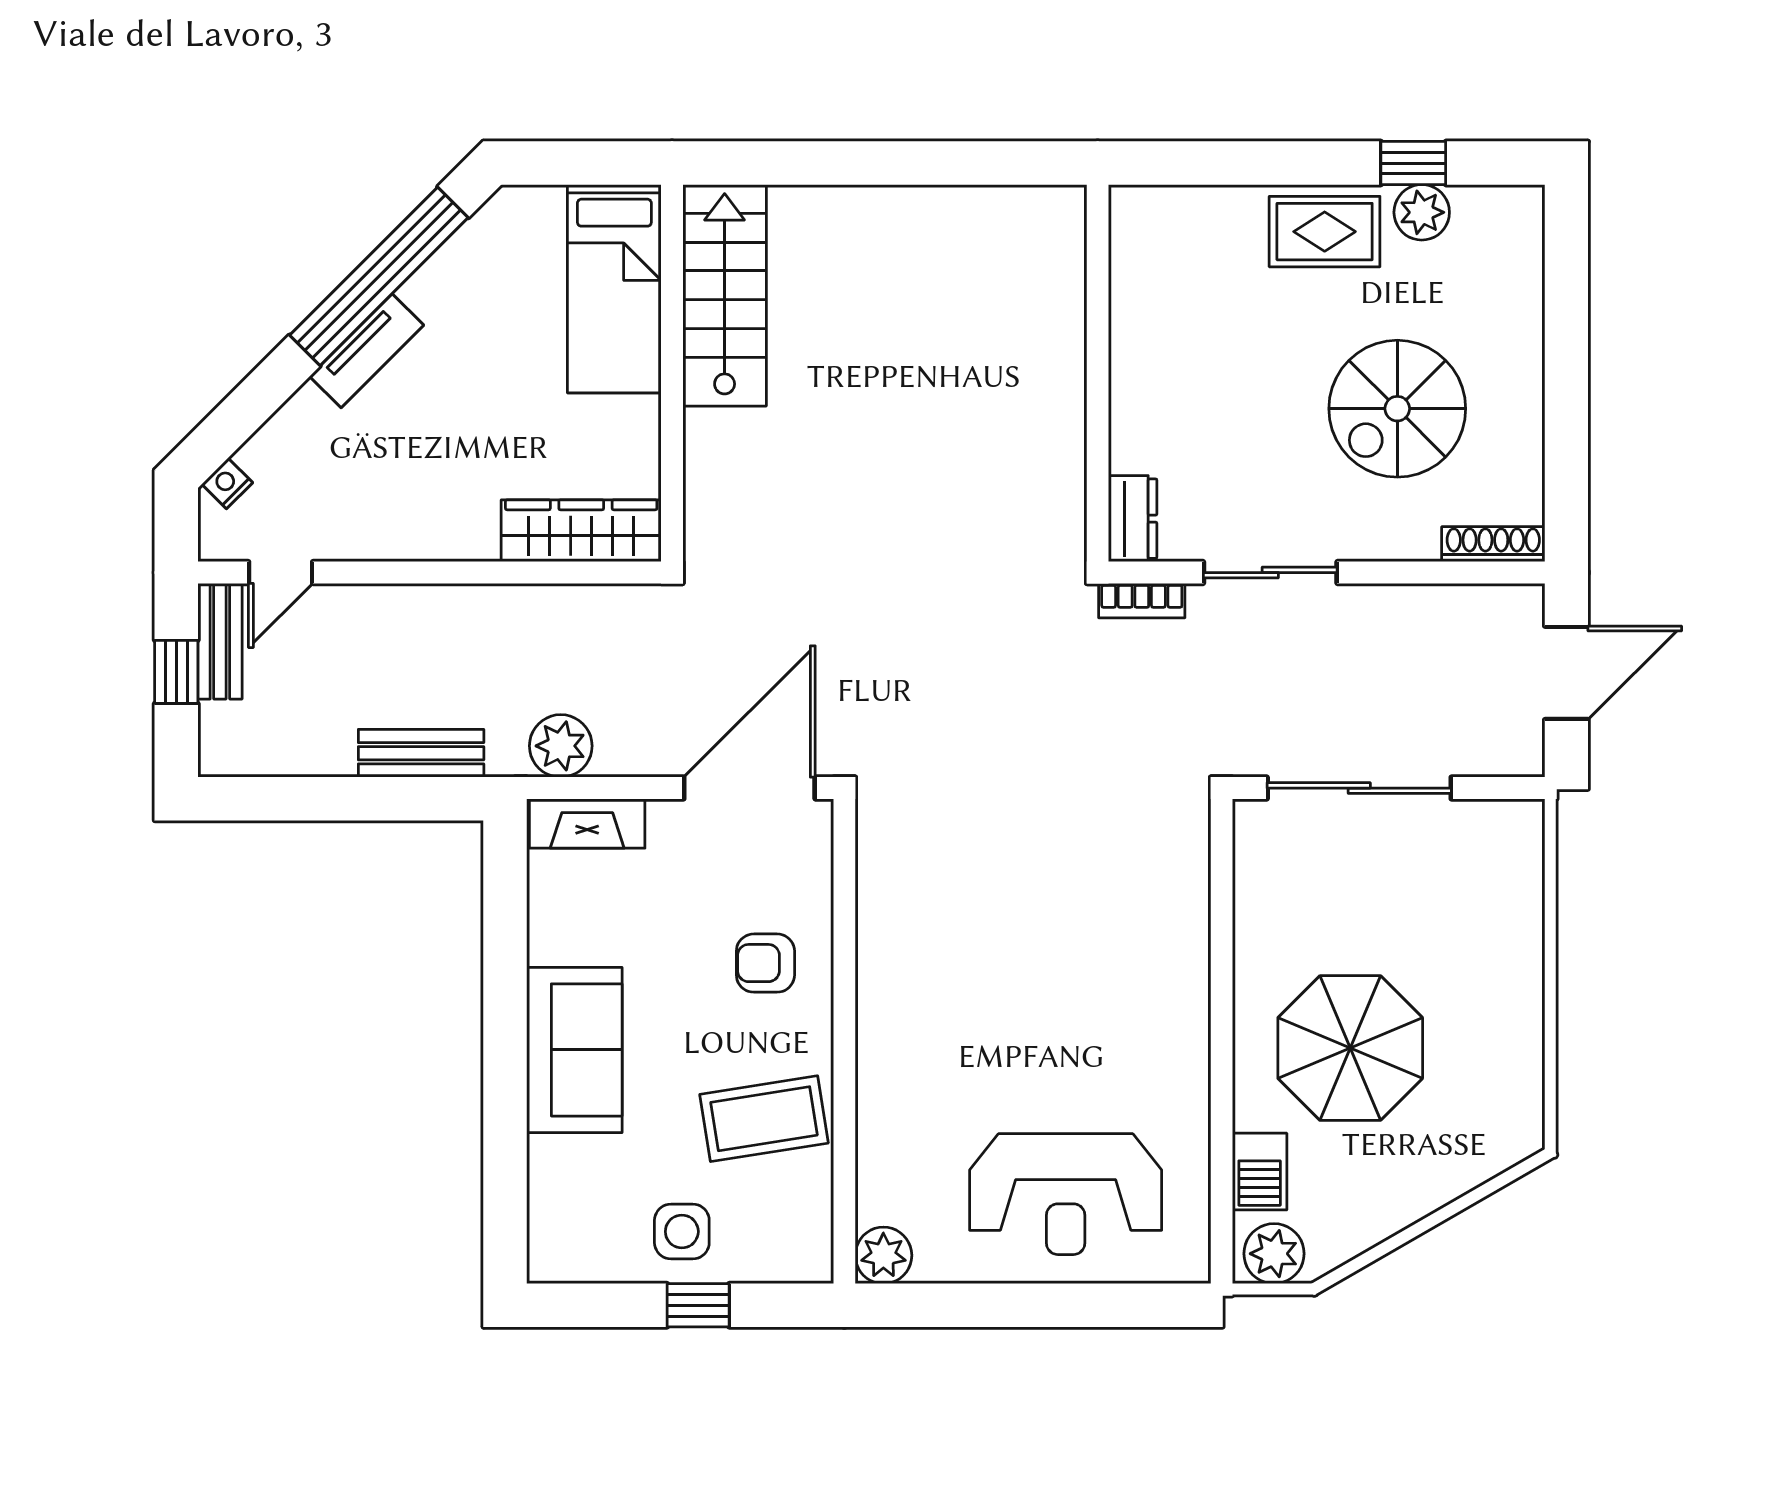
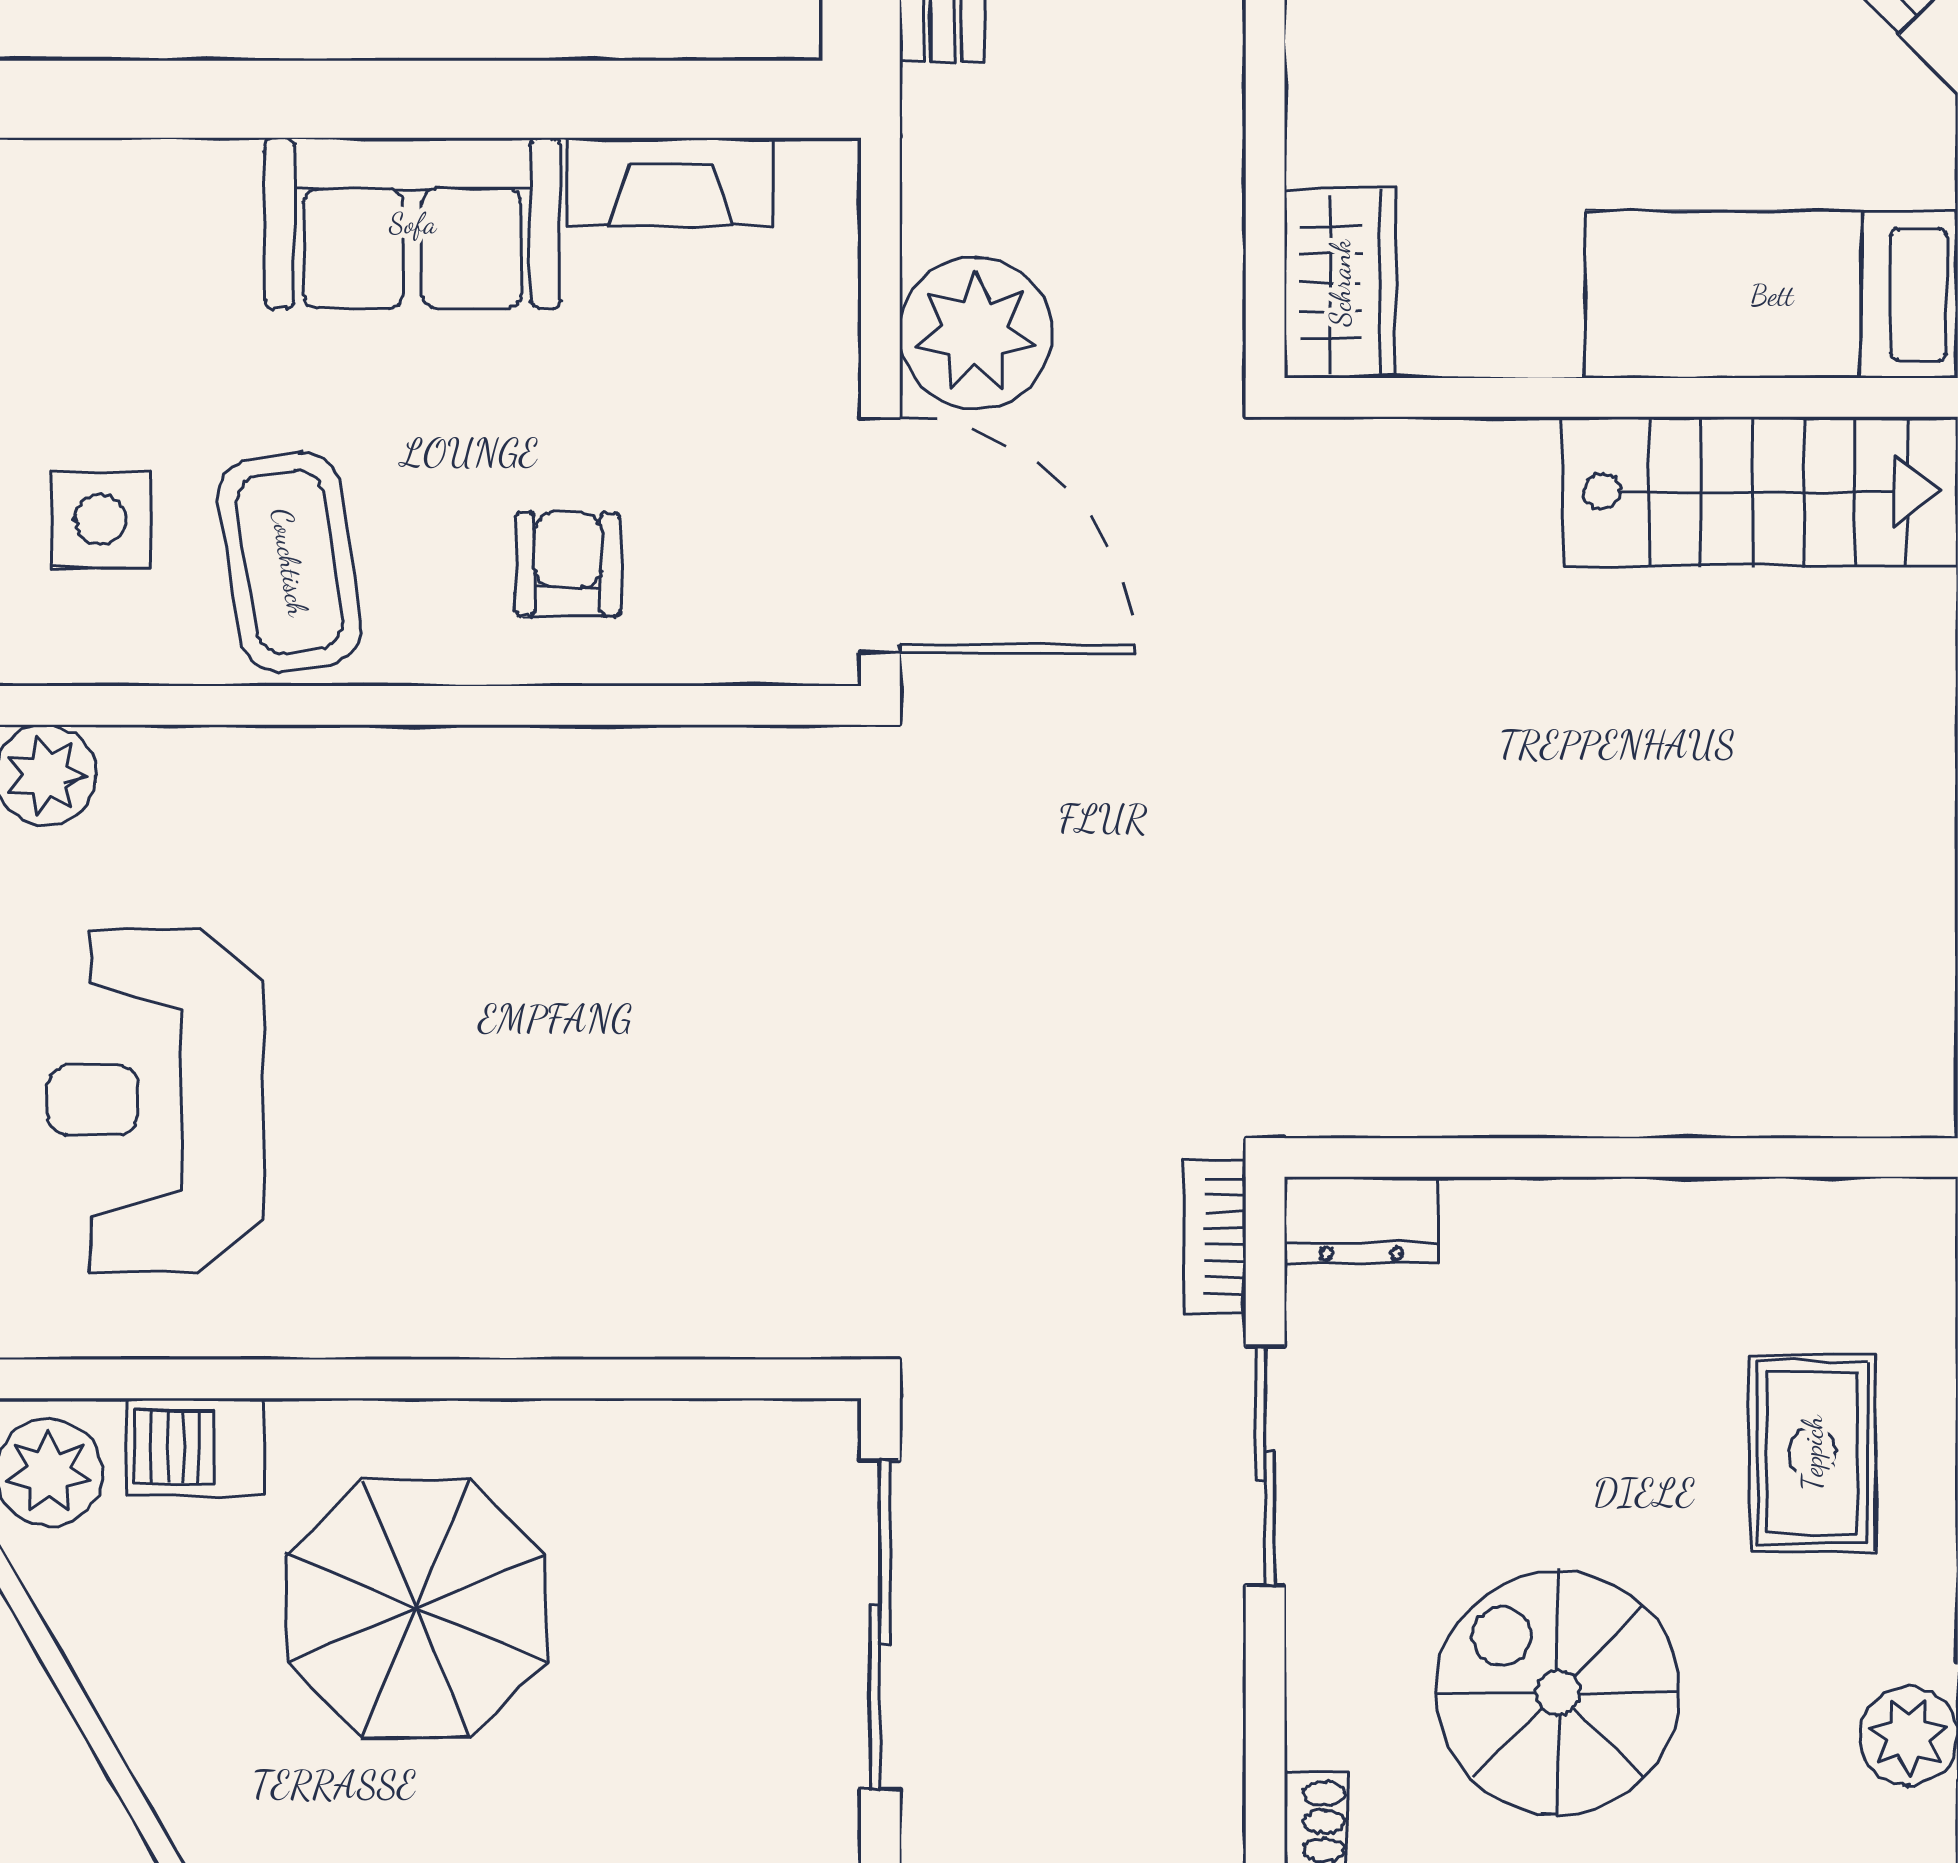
rug: (1325, 232) -> (1812, 1453), moved
wardrobe: (581, 531) -> (1340, 283), width x0.67
plant: (561, 746) -> (976, 333), moved, width x1.36, depth x1.36
fireplace: (587, 823) -> (671, 182), moved, turned -90
side table: (682, 1232) -> (101, 520), moved

